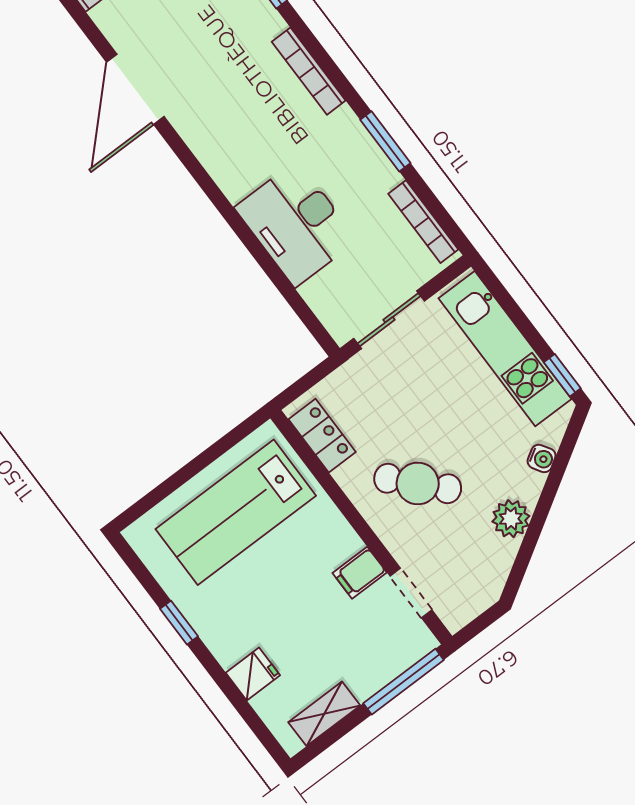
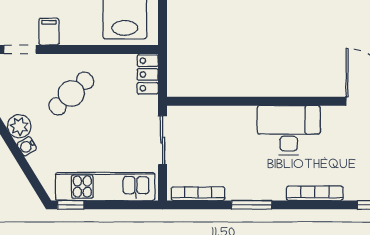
desk: (296, 224) -> (289, 130), moved
locker: (322, 436) -> (148, 74), moved, turned 90
water cooler: (542, 458) -> (27, 146), moved

